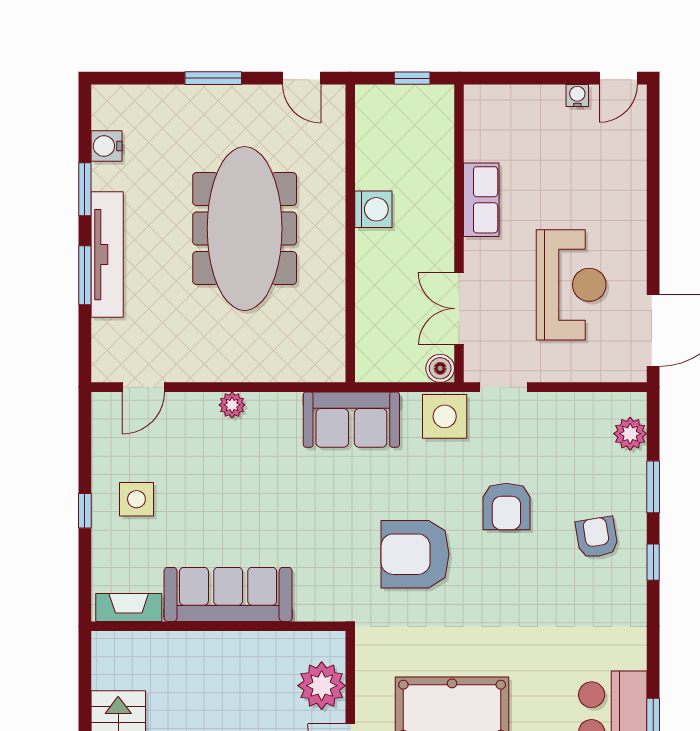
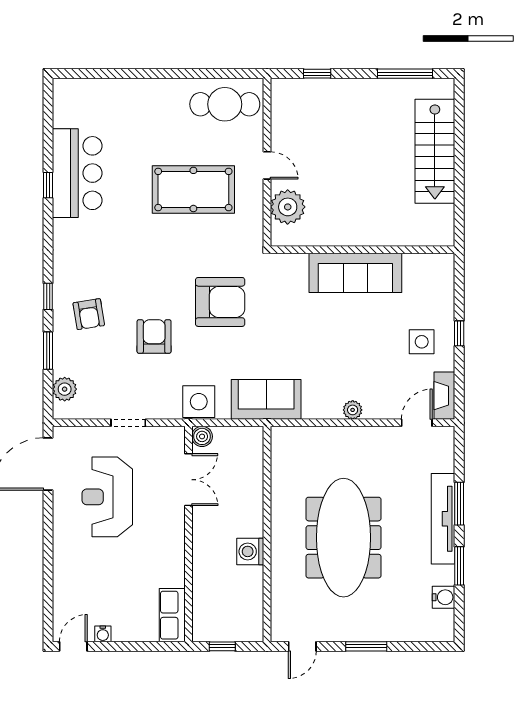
door: (302, 78) -> (302, 646), swing flipped
row of seats: (481, 200) -> (172, 615), moved
doorway: (503, 387) -> (128, 423), moved
fireplace: (129, 608) -> (444, 396), moved, turned 90

